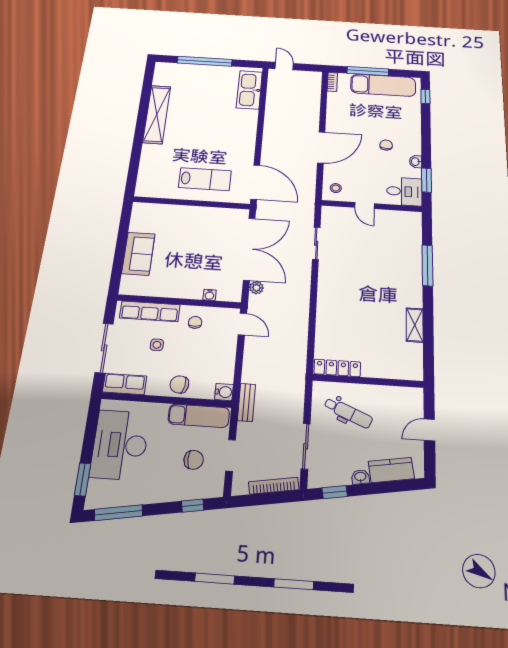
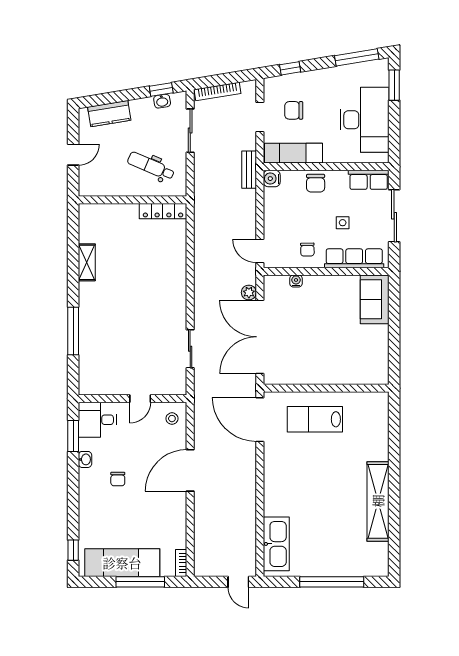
door: (365, 206) -> (140, 399), swing flipped
sofa: (138, 254) -> (375, 299), moved
chair: (179, 384) -> (316, 183), turned 79
washbasin: (360, 477) -> (162, 101), moved

